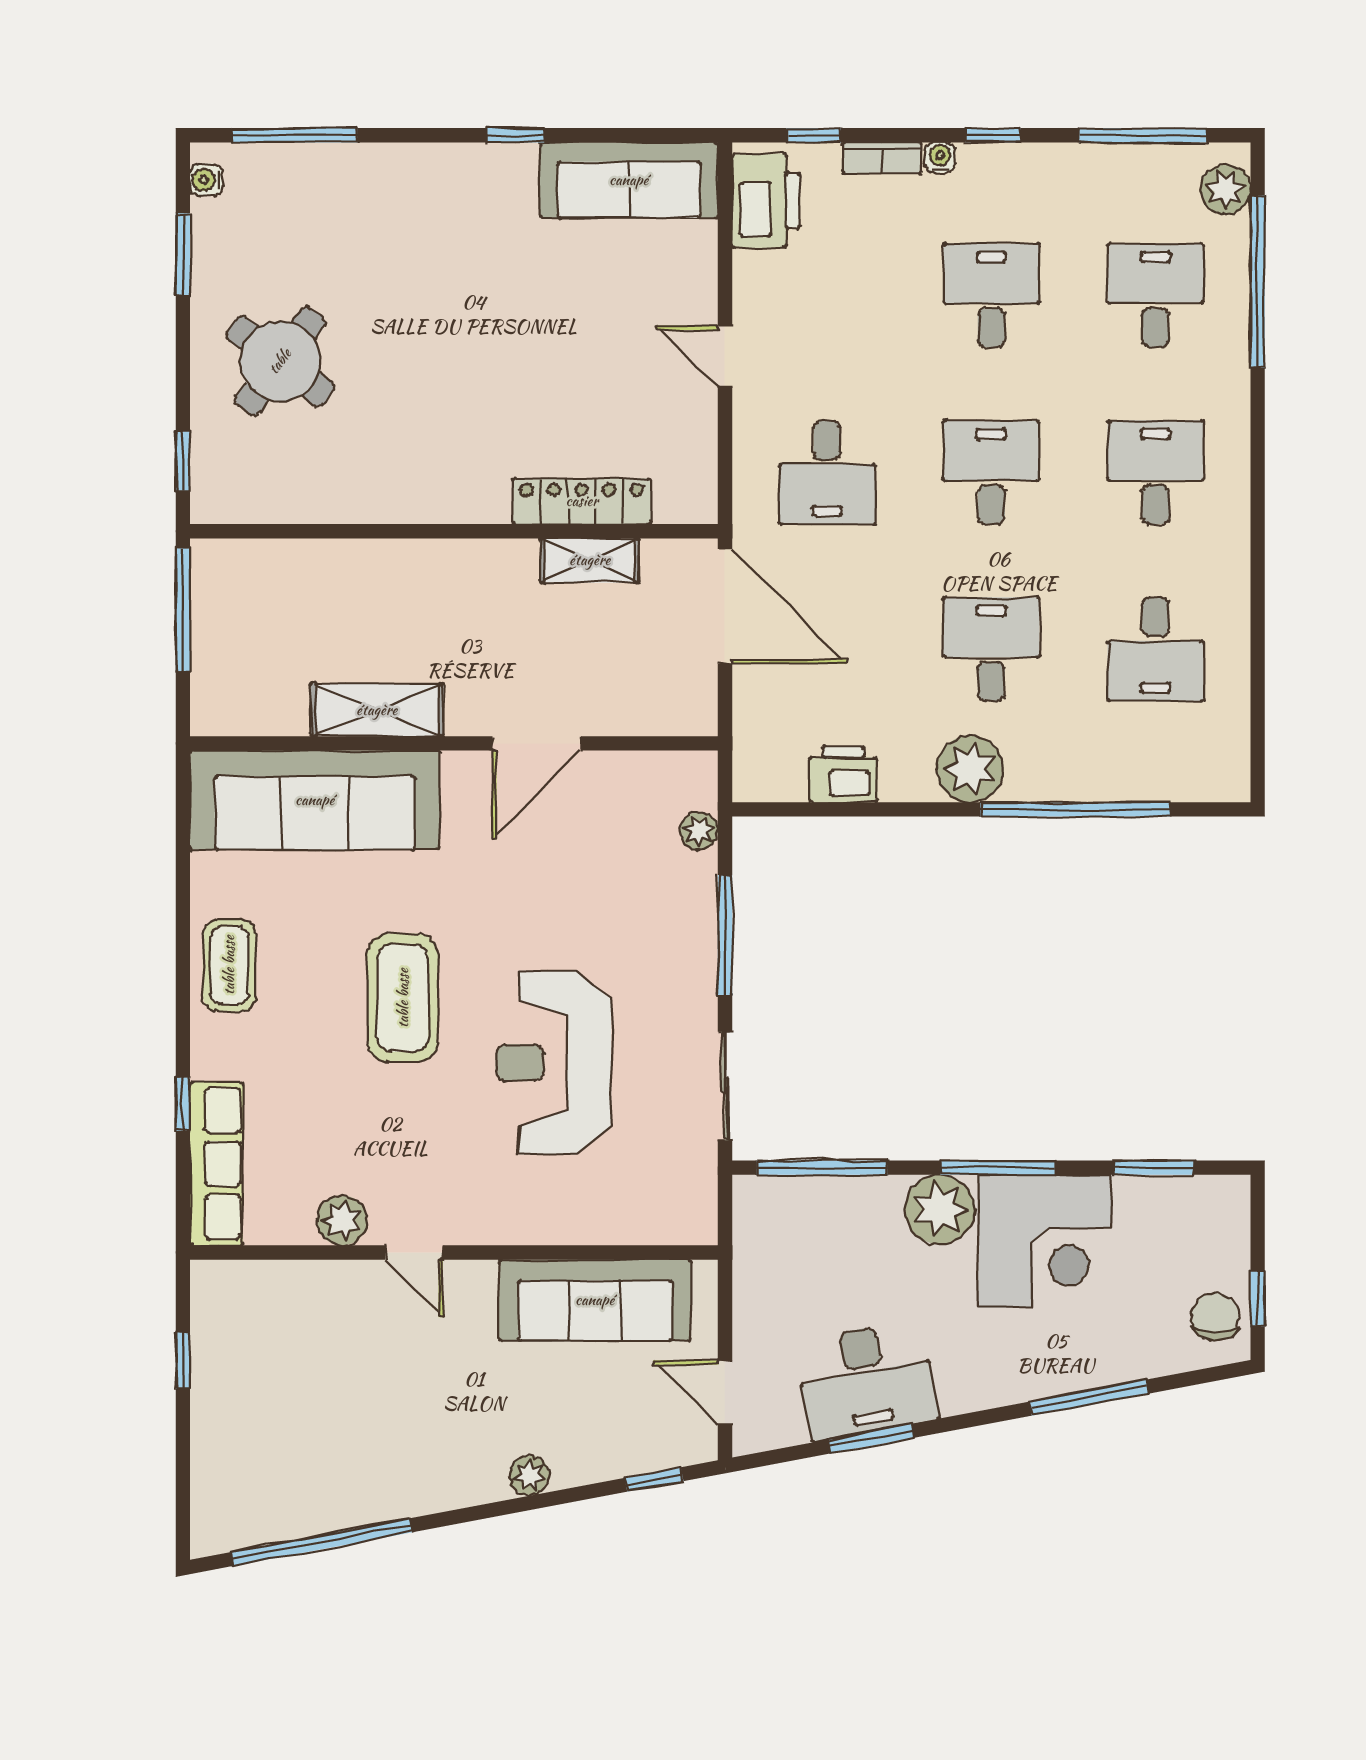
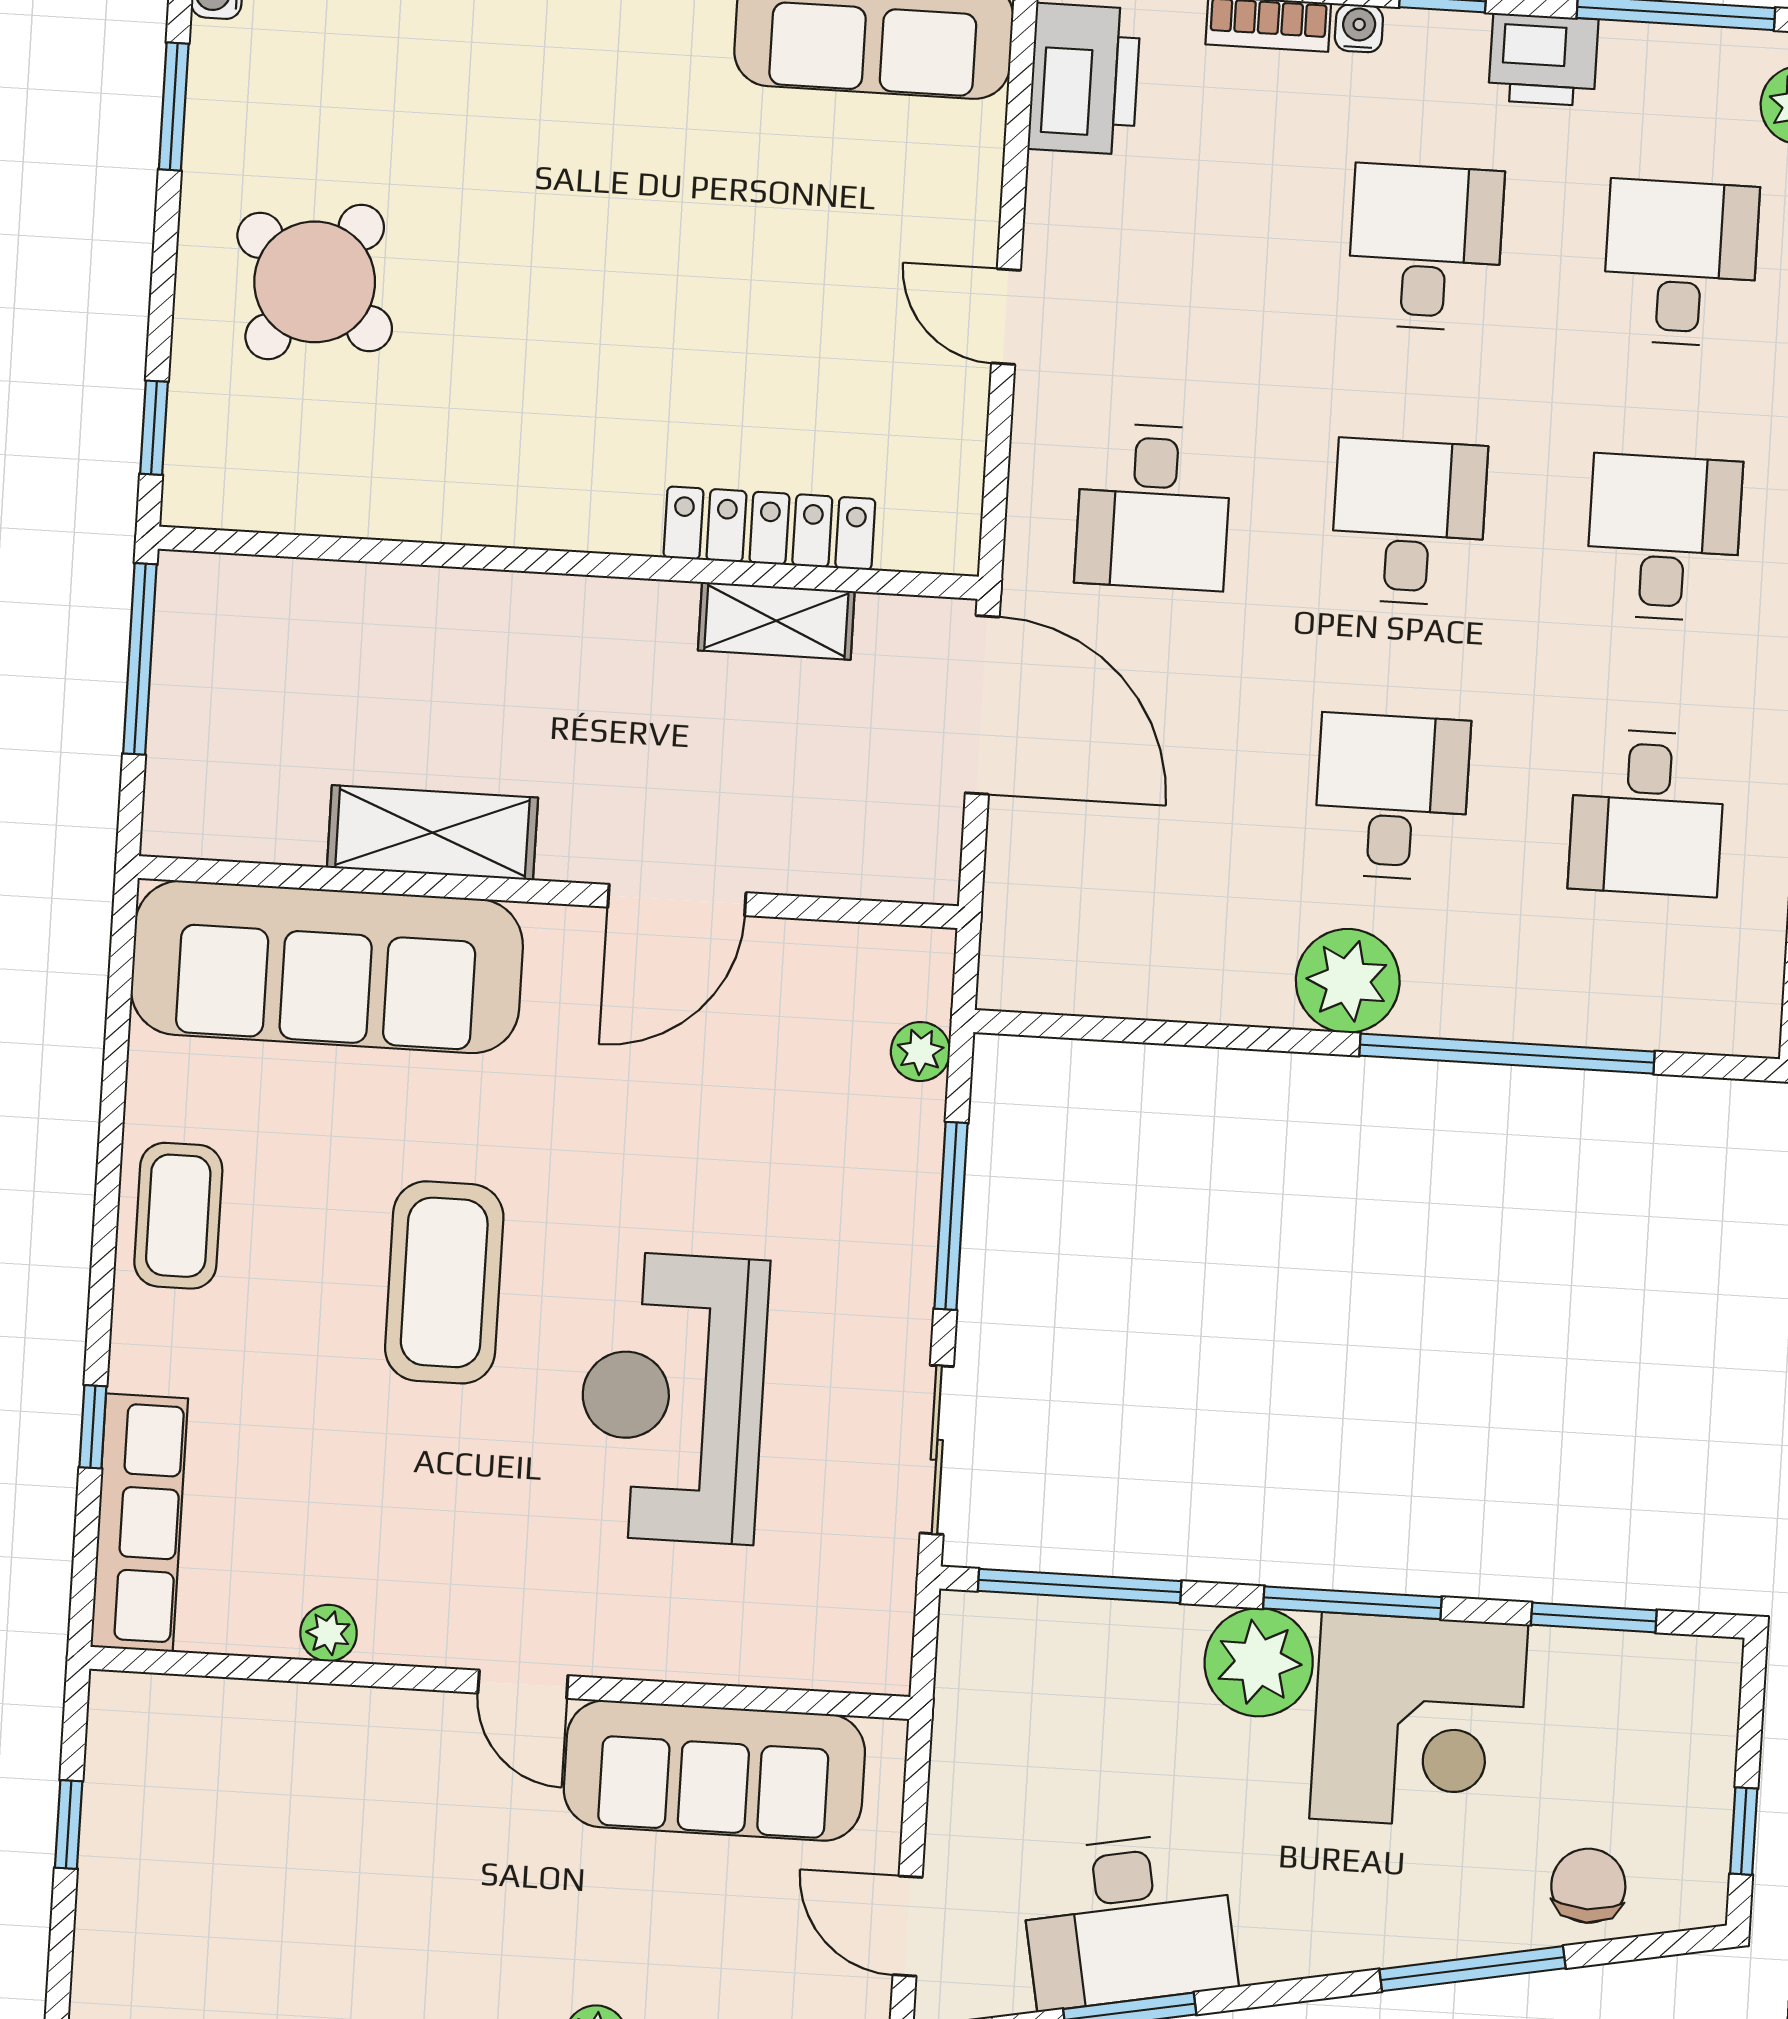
printer: (843, 774) -> (1543, 60), moved, turned 180
plant: (342, 1220) -> (328, 1633), width x0.73, depth x0.73
door: (414, 1252) -> (523, 1684), moved
chair: (1215, 1317) -> (1588, 1886), moved

